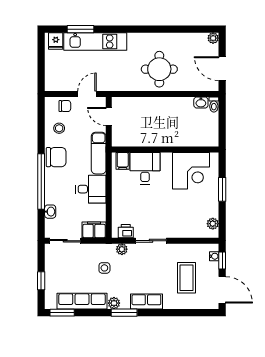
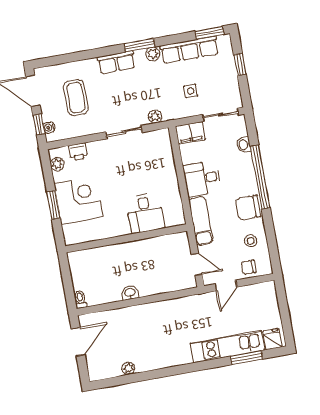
plant: (213, 38) -> (128, 368), moved
round table: (159, 69) -> (149, 328), removed
door: (222, 69) -> (78, 342), hinge flipped
washbasin: (201, 102) -> (130, 293), moved
filing cabinet: (123, 161) -> (172, 217), removed
corner desk: (191, 171) -> (78, 200), moved, turned 90
printer: (126, 231) -> (78, 152), moved
side table: (104, 268) -> (191, 91), moved

